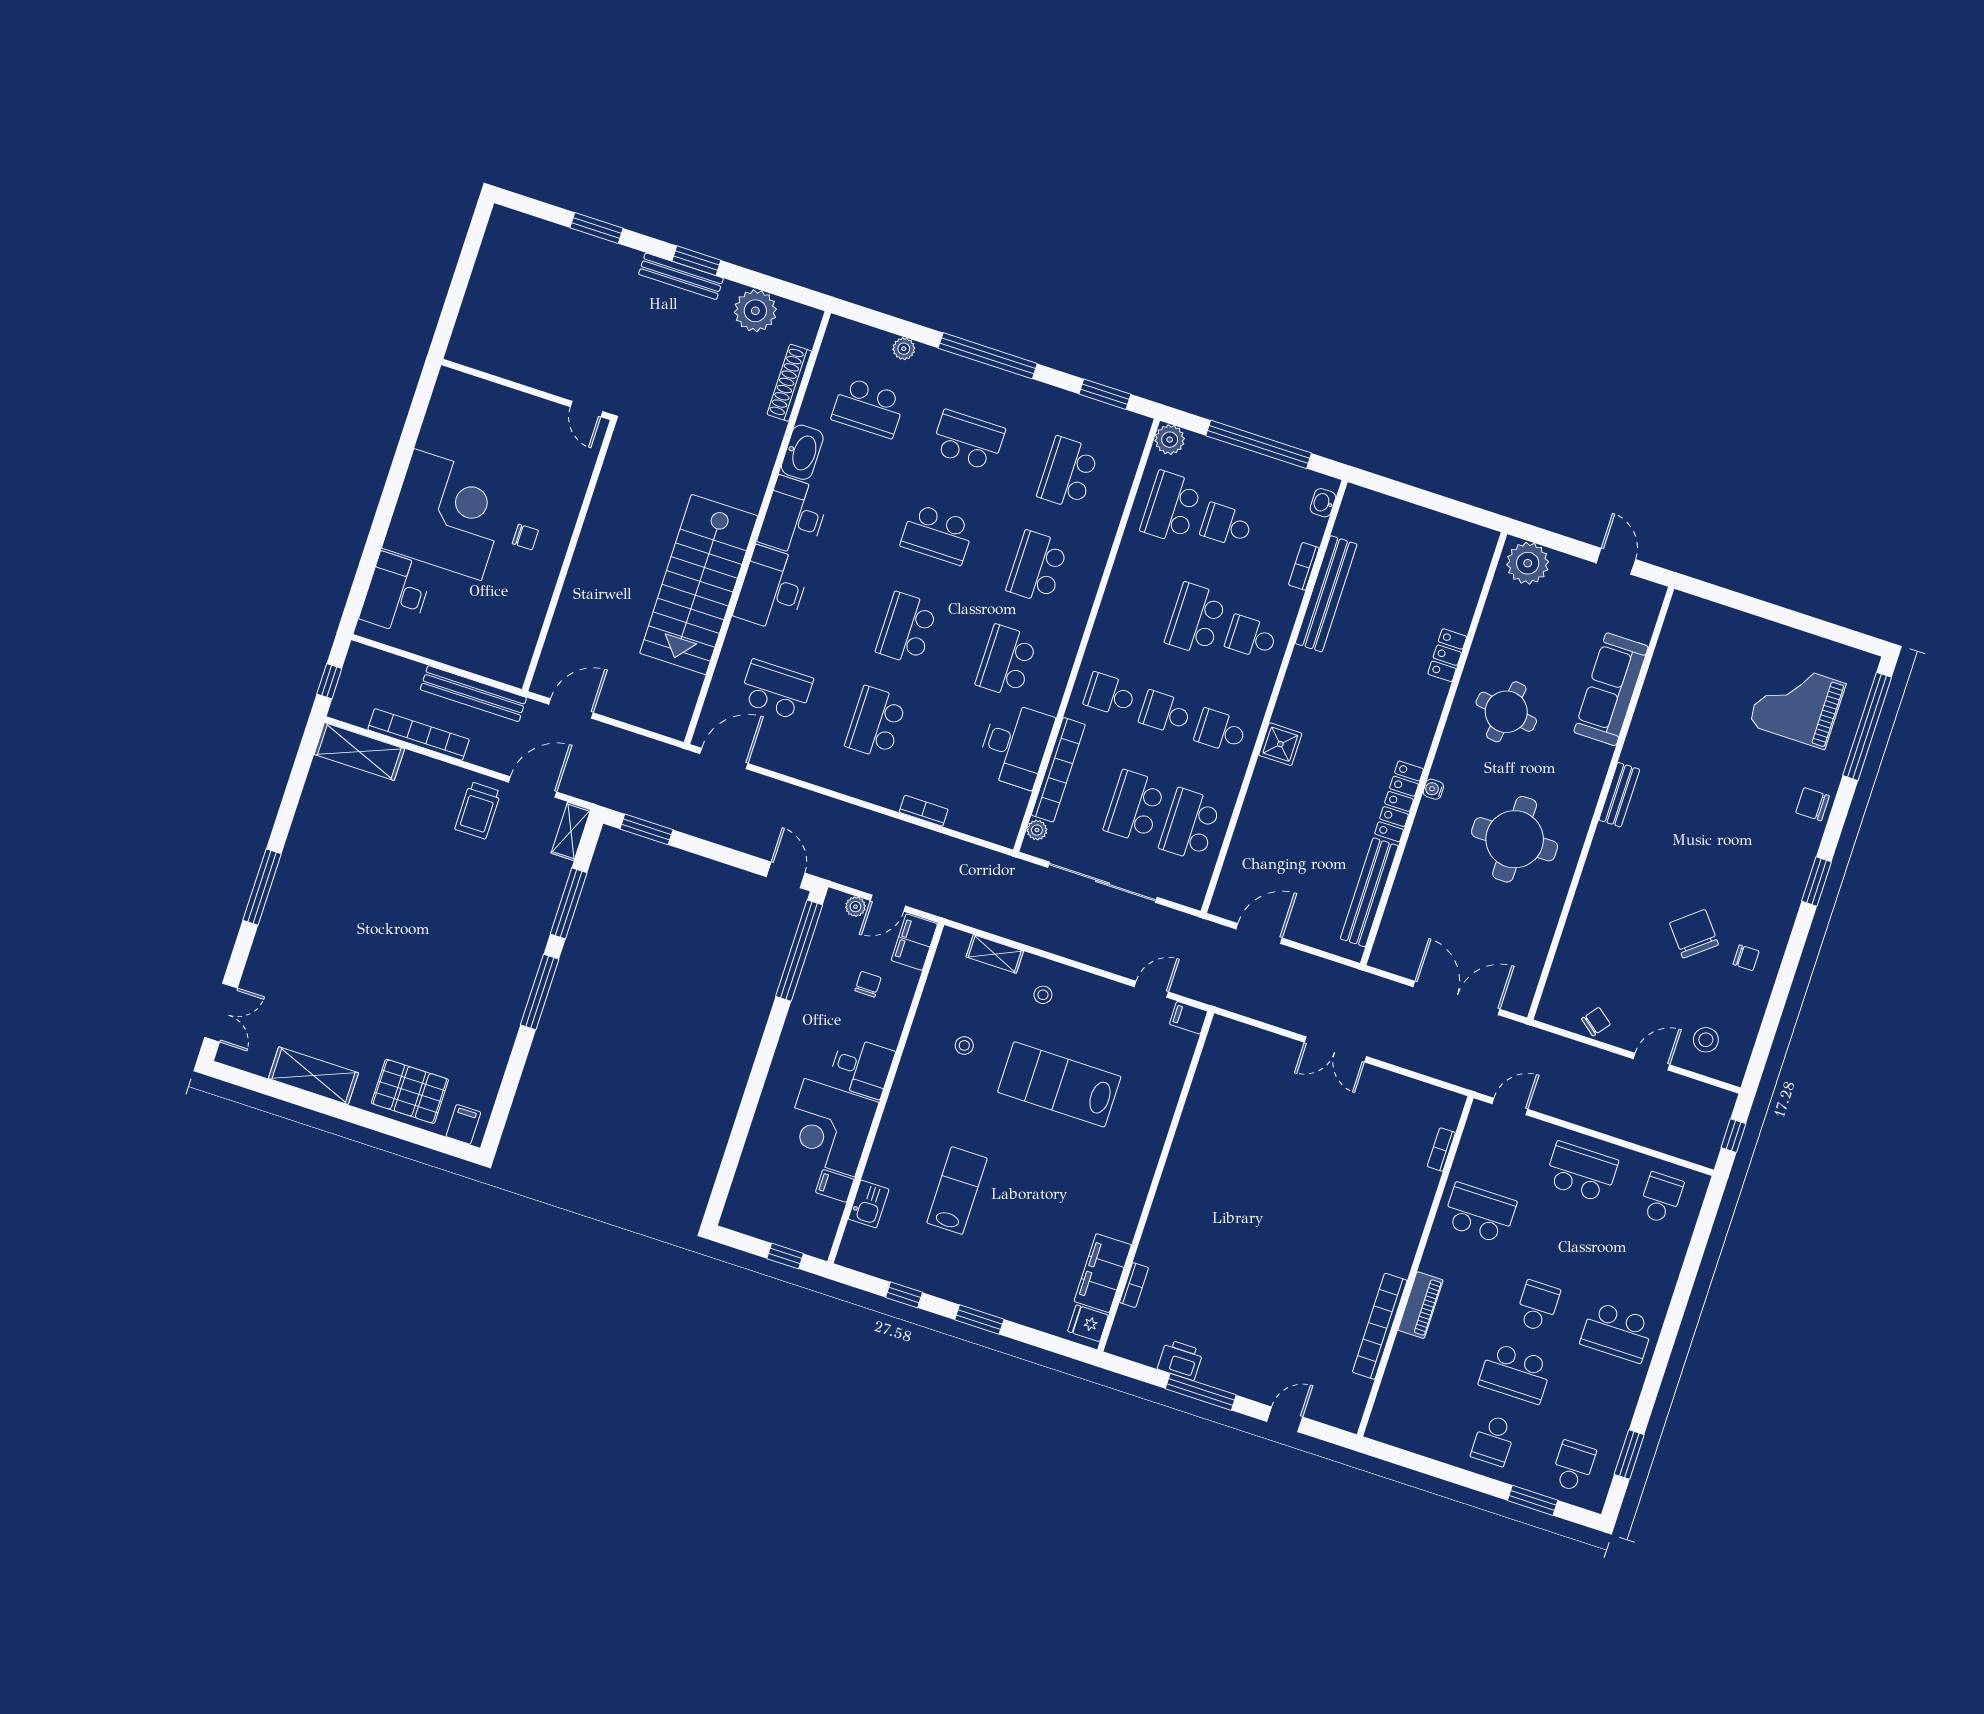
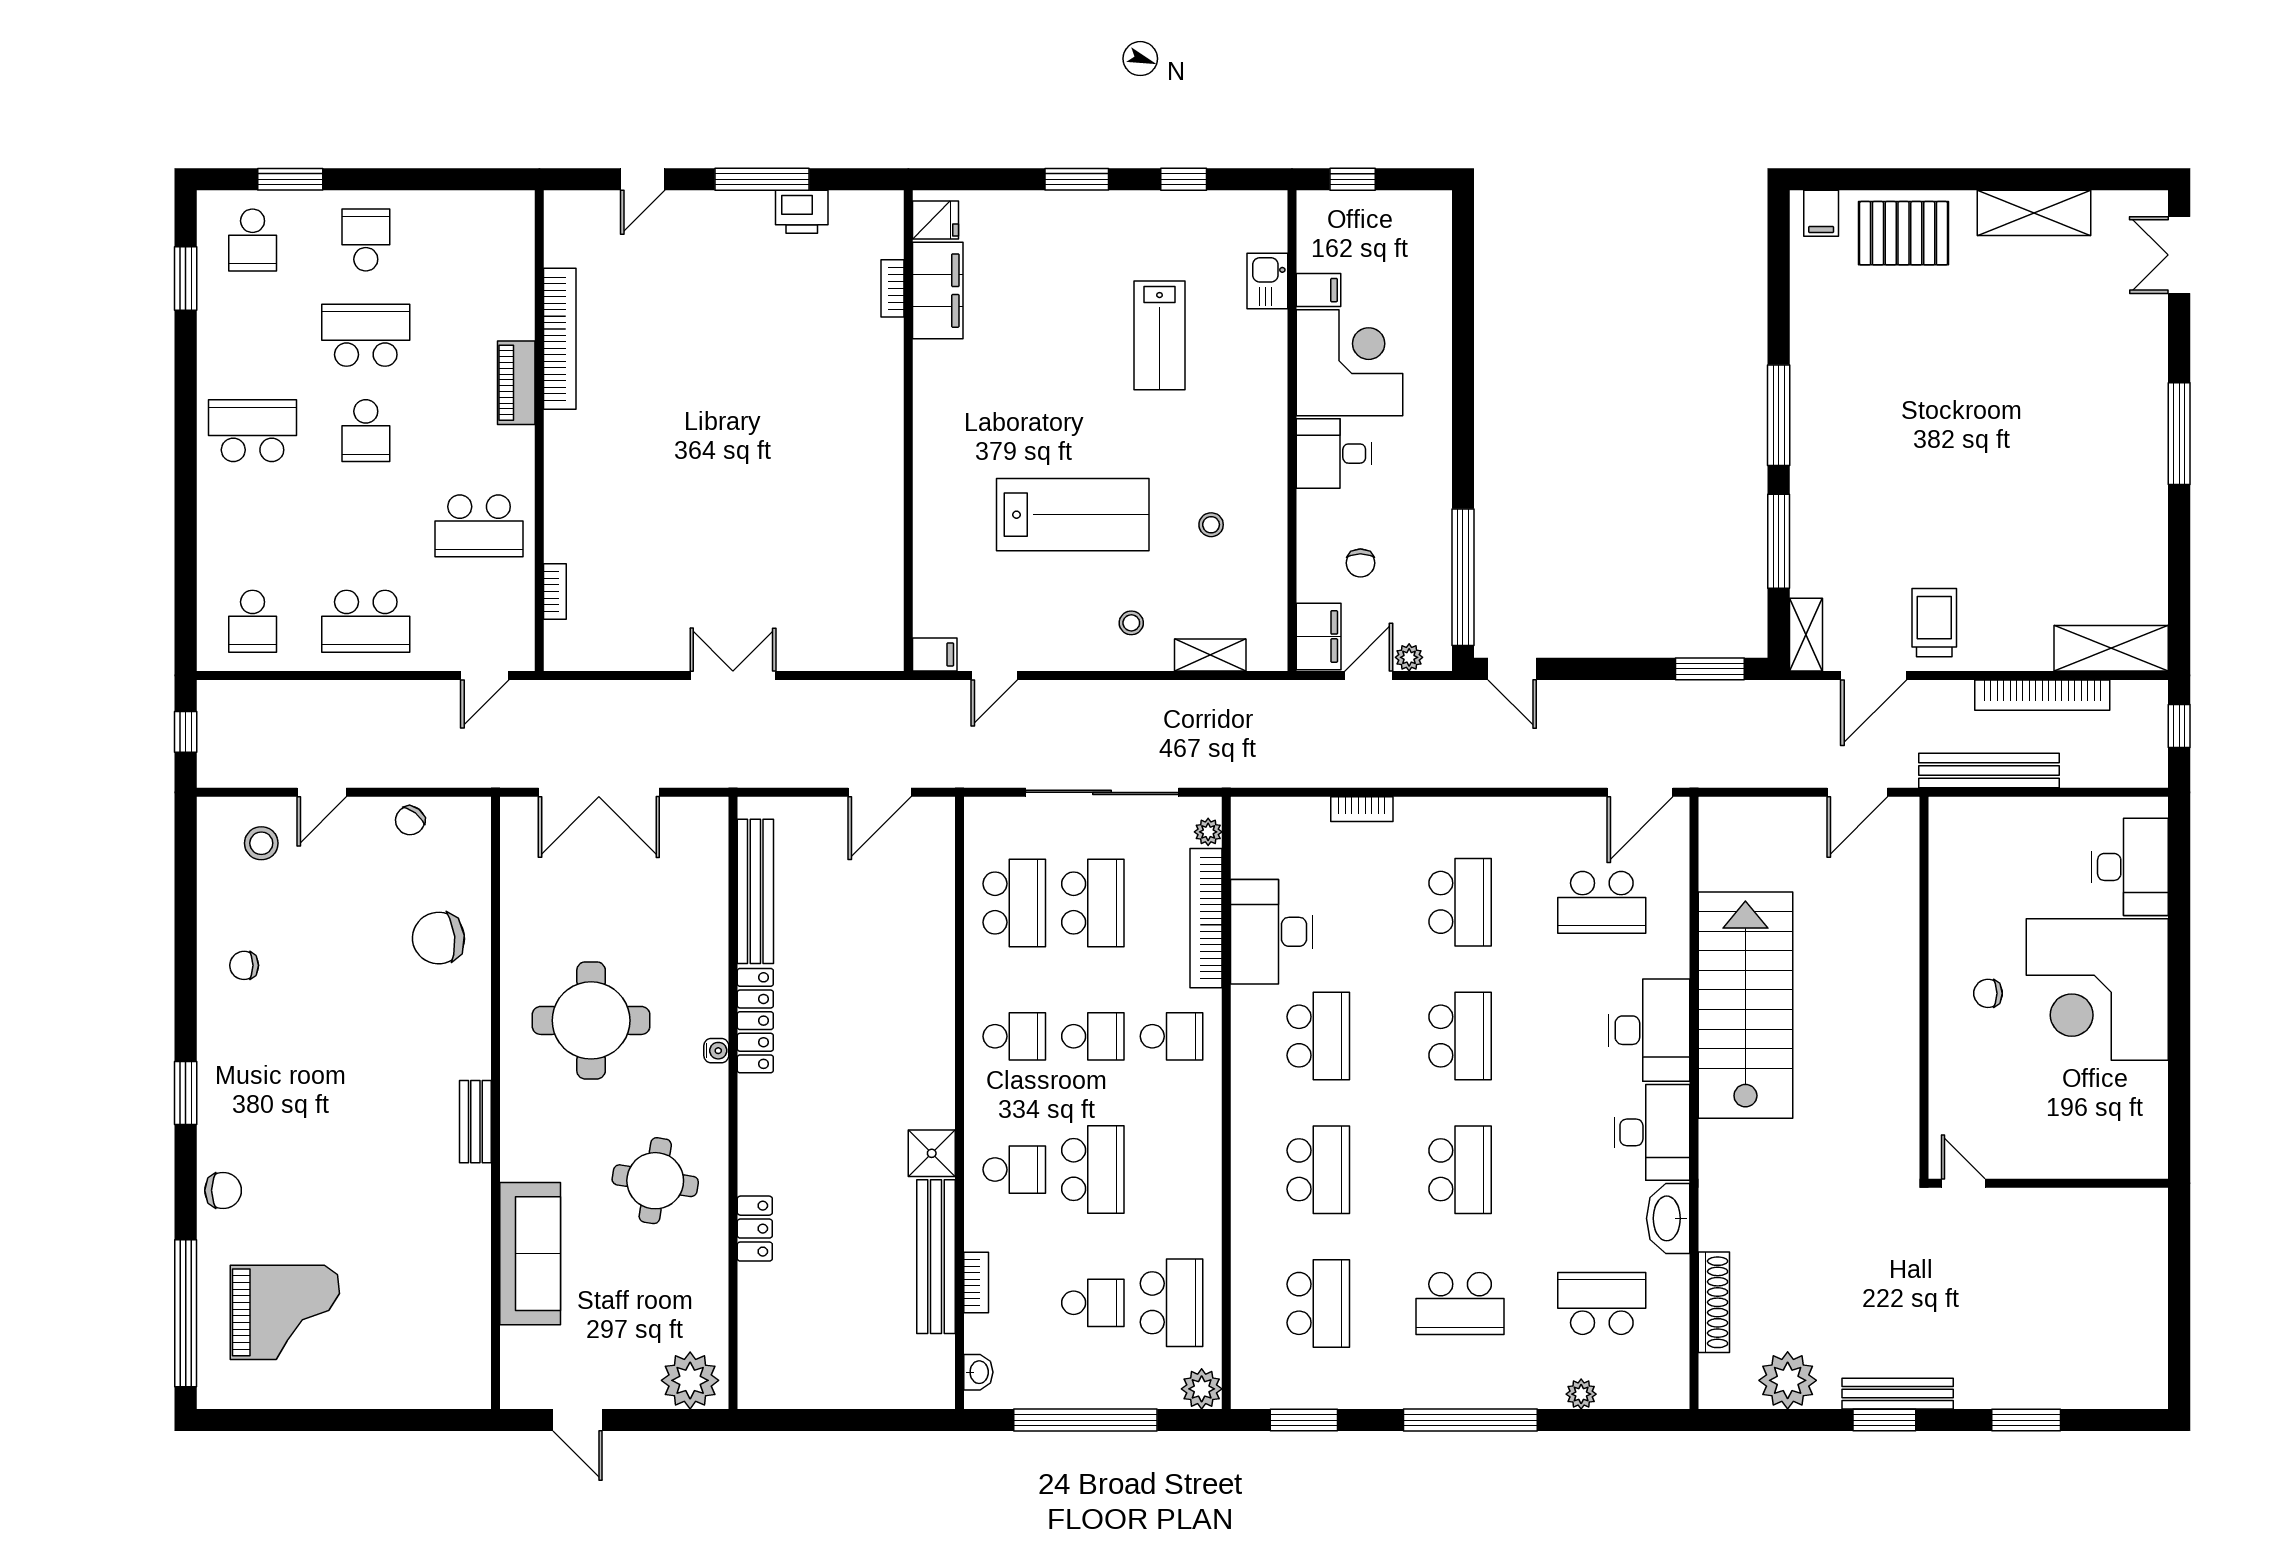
school desk: (937, 534) -> (1460, 1170), turned 90
shower: (1280, 744) -> (932, 1153), moved
chair: (1694, 934) -> (438, 938), moved, turned 123

